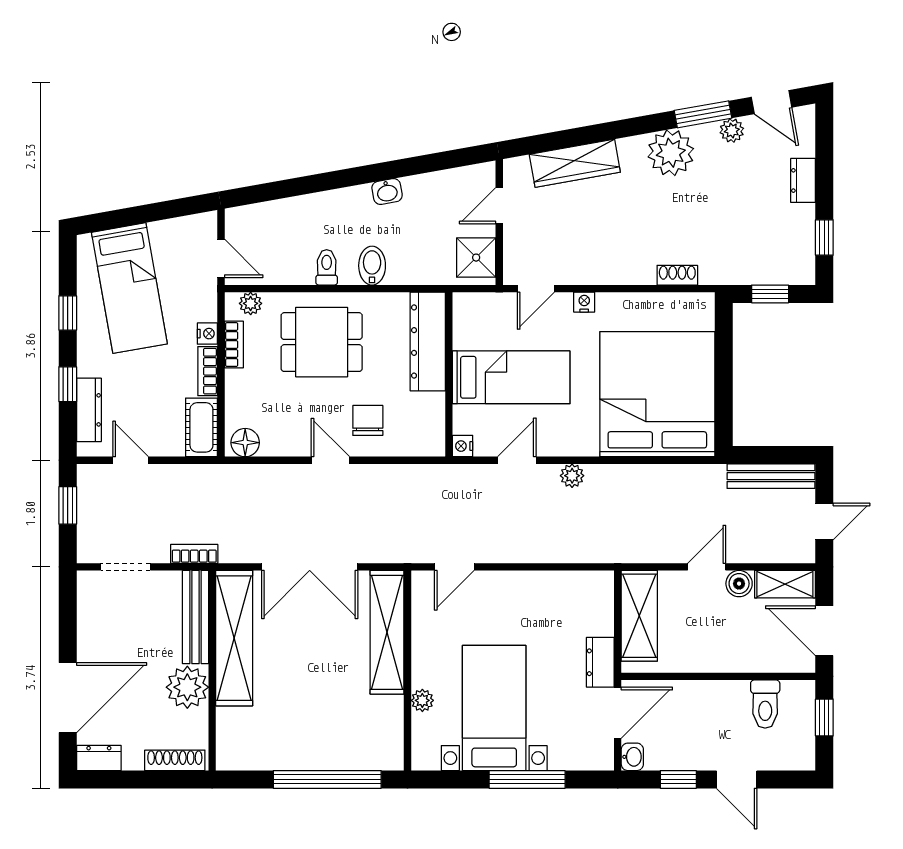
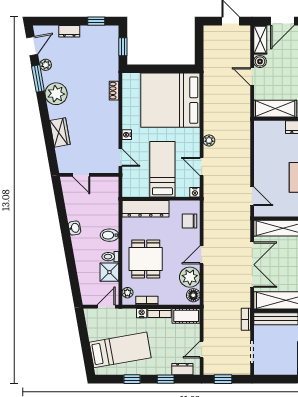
wardrobe: (575, 163) -> (60, 132), width x0.67
shower: (476, 258) -> (109, 272), moved
dresser: (89, 410) -> (182, 369), width x0.70
chair: (368, 420) -> (189, 221), moved
plant: (283, 435) -> (190, 277), added
bench: (771, 476) -> (209, 46), removed

